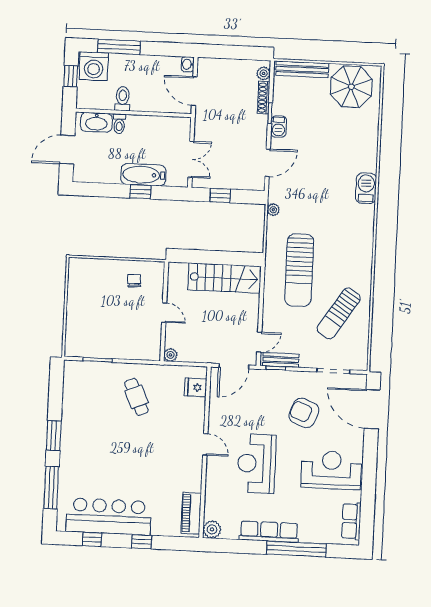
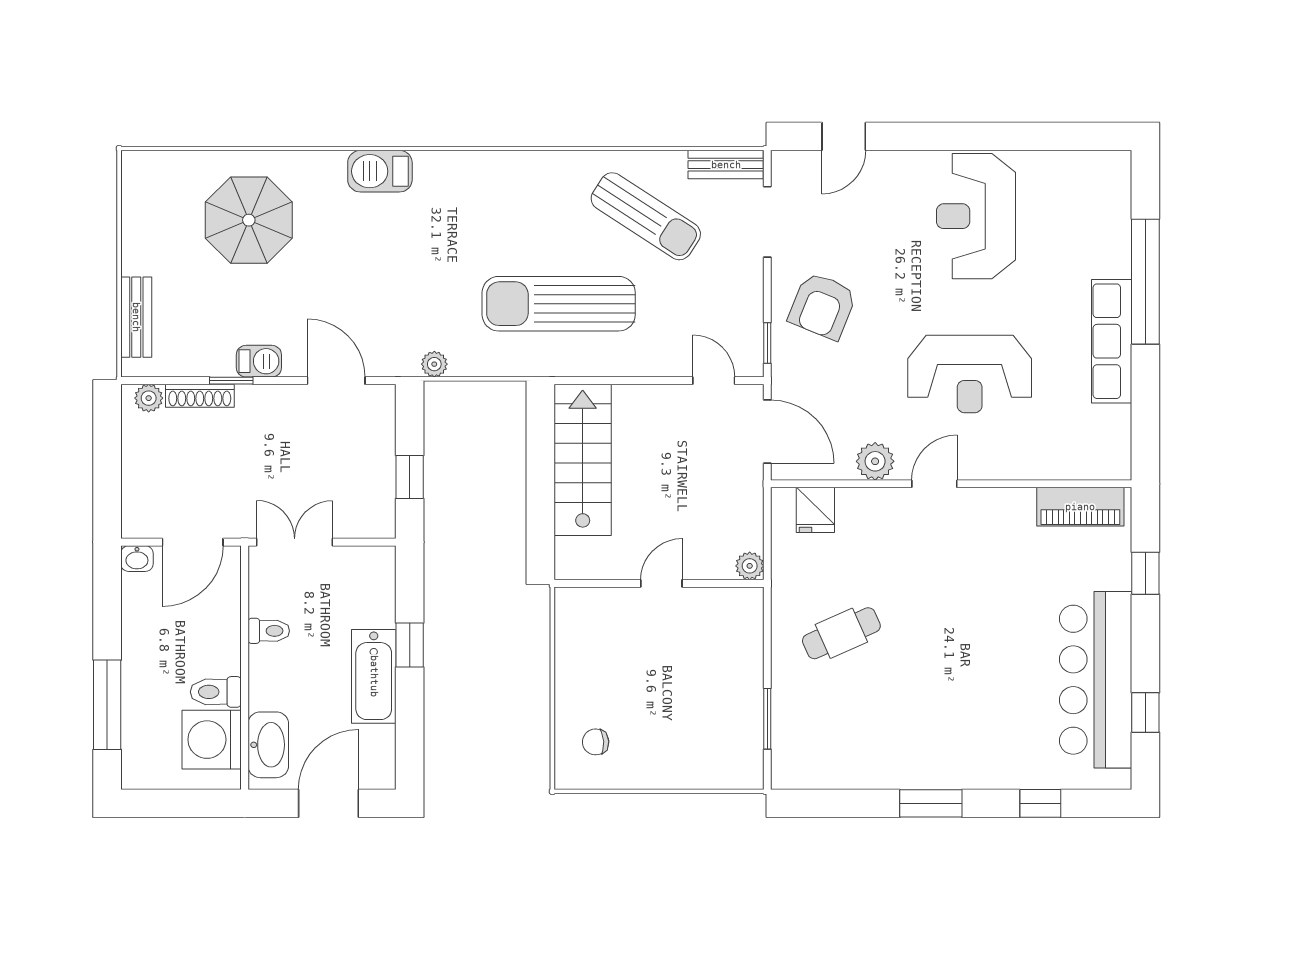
washing machine: (94, 66) -> (212, 740), moved, turned 180
bench: (302, 69) -> (136, 317), width x0.73
window: (71, 76) -> (174, 803), removed
parasol: (351, 87) -> (249, 220), moved
toilet: (119, 124) -> (269, 631), moved
door: (67, 150) -> (328, 803), swing flipped
double door: (191, 159) -> (295, 542), moved
bathtub: (143, 175) -> (374, 676), moved
sun lounger: (299, 270) -> (559, 304), turned 180
chair: (134, 281) -> (596, 742), moved
bench: (281, 360) -> (726, 165), moved, turned 90
door: (372, 409) -> (844, 136), width x0.53
armchair: (304, 413) -> (822, 306), moved
window: (51, 488) -> (1040, 803), width x0.46
row of seats: (351, 521) -> (1081, 169), removed
plant: (212, 529) -> (875, 461), moved
window: (141, 542) -> (1145, 573), moved

